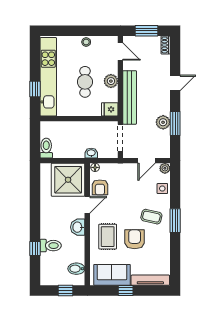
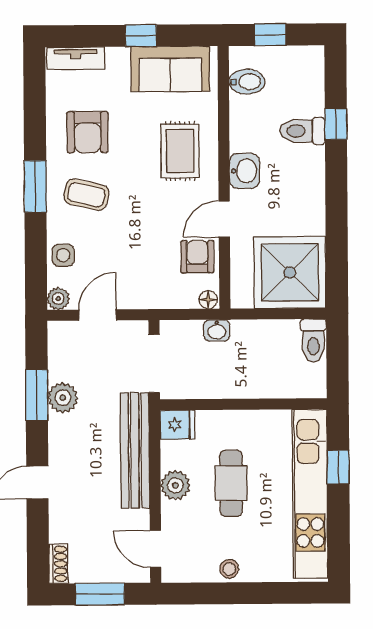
shower: (68, 180) -> (290, 272), moved
armchair: (135, 239) -> (88, 132), moved
tv unit: (150, 280) -> (76, 58), width x0.71

